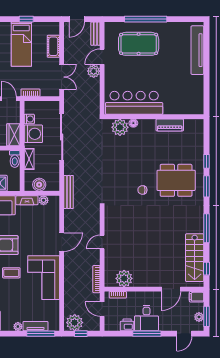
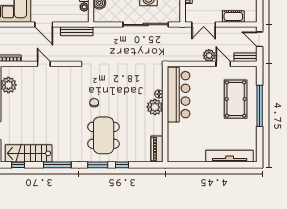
piano: (170, 125) -> (157, 149), moved
plant: (120, 127) -> (155, 107), moved
bench: (69, 192) -> (77, 31), moved

